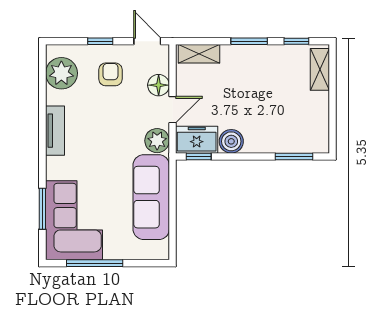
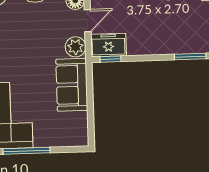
boiler: (231, 141) -> (137, 46), removed
sofa: (151, 197) -> (72, 85), width x0.73

